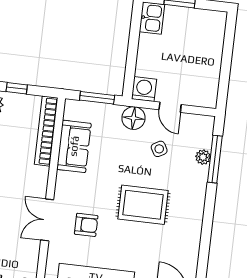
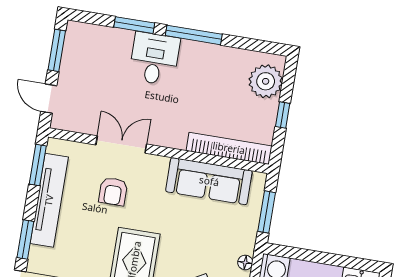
floor lamp: (134, 118) -> (245, 262), width x0.53, depth x0.53
sofa: (74, 146) -> (209, 181), width x1.36

